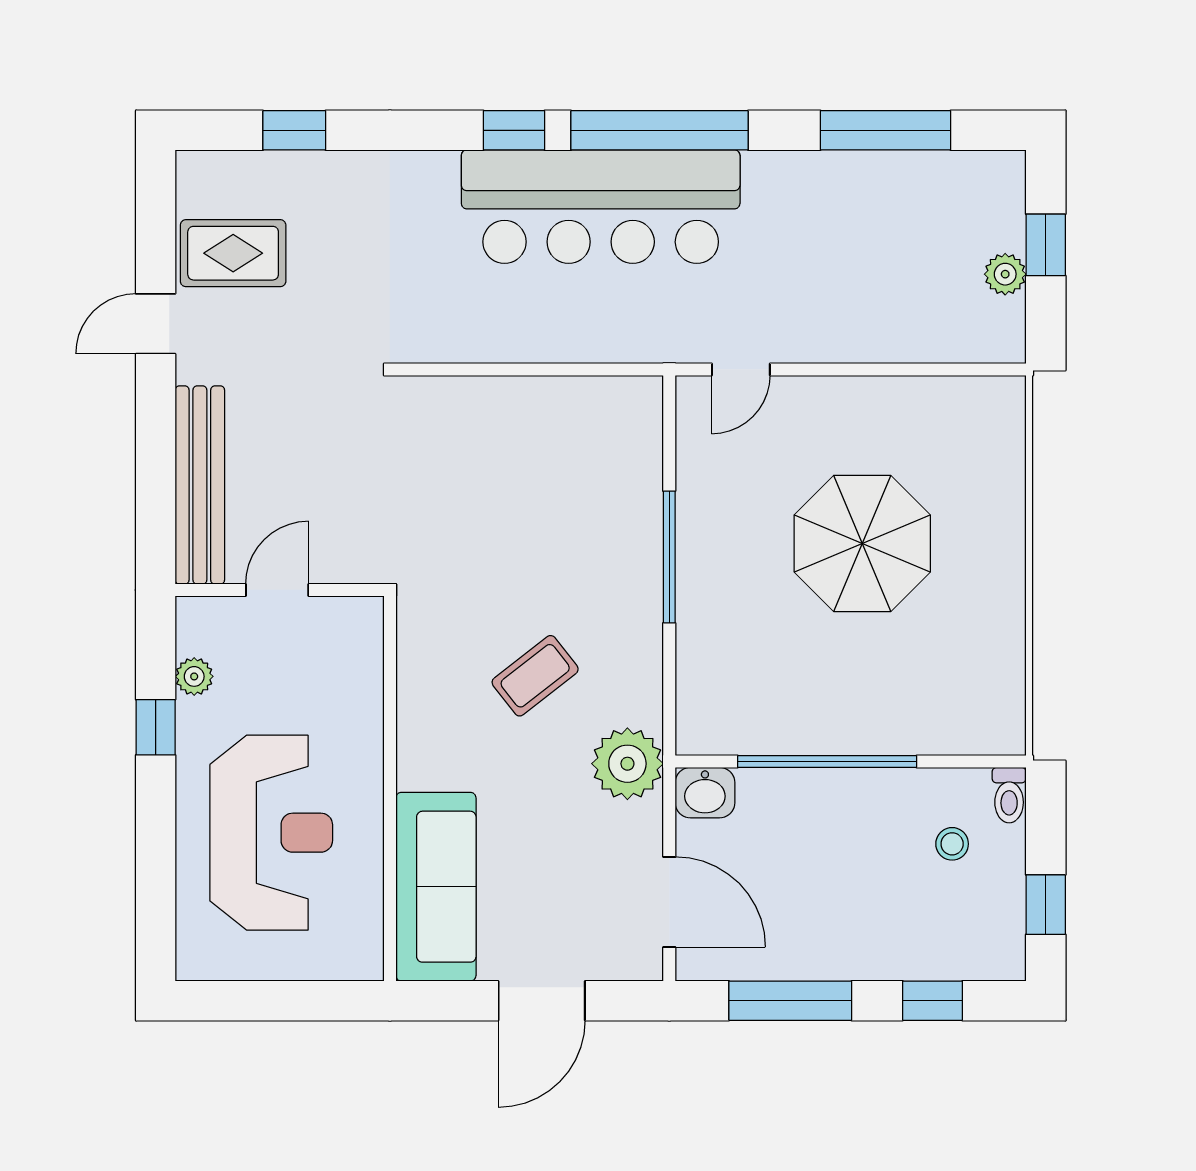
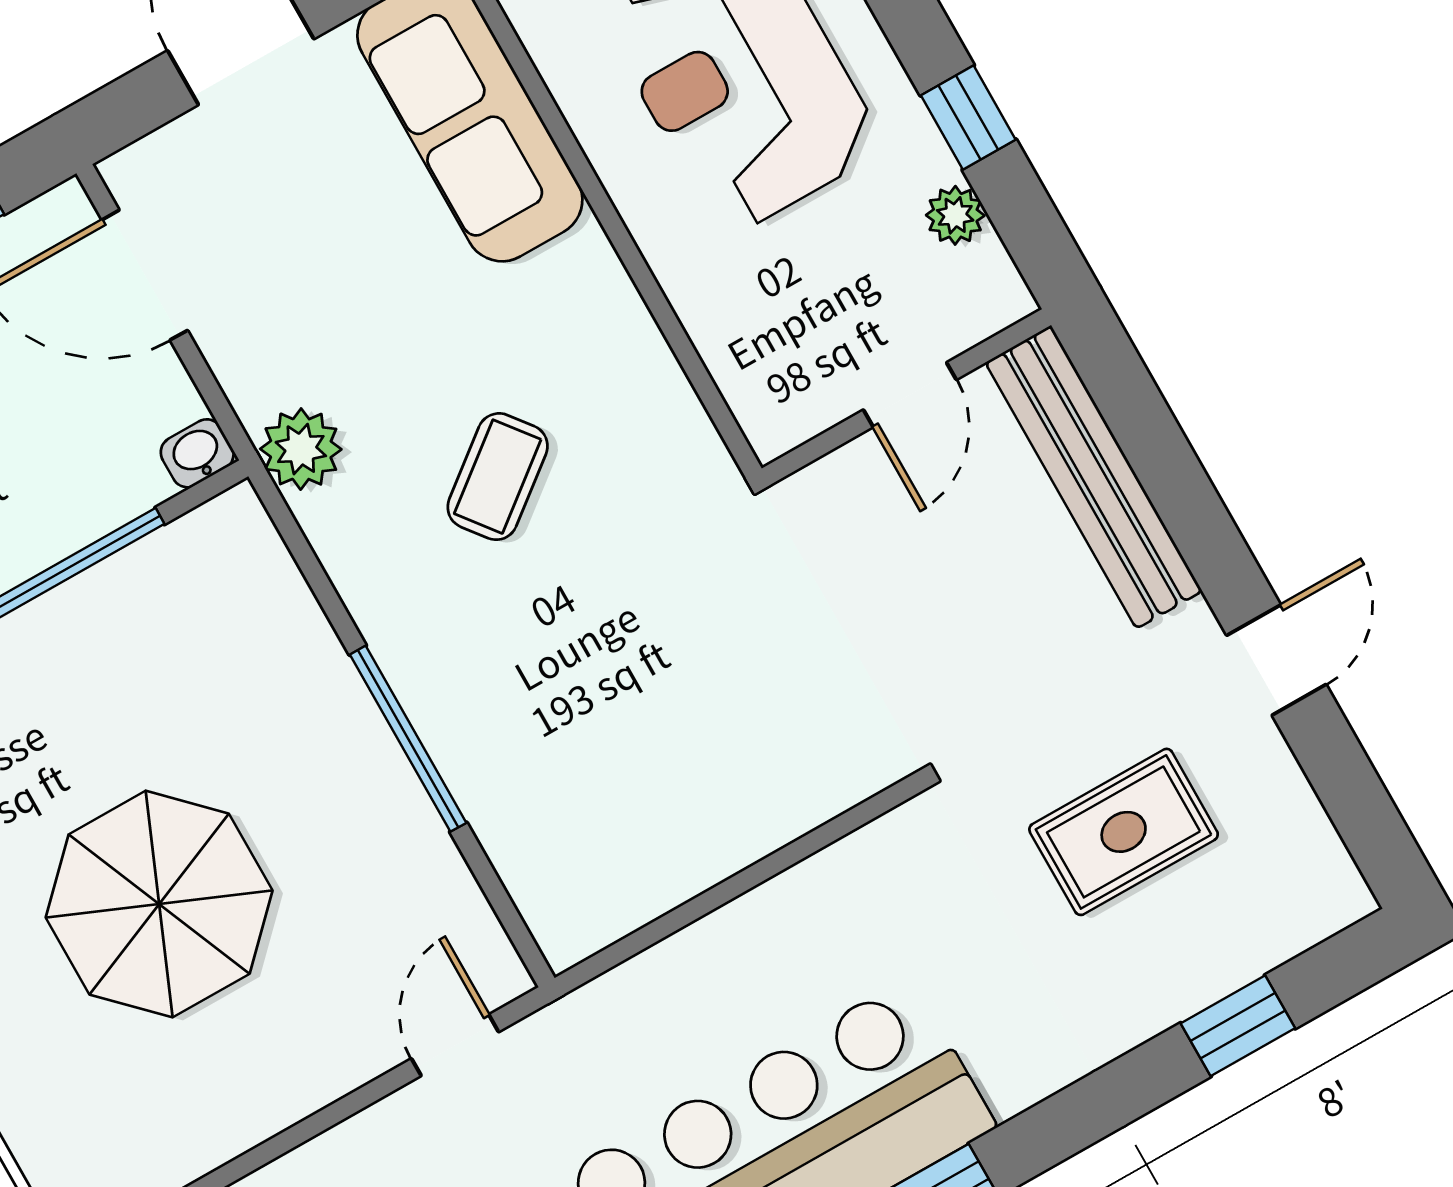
rug: (233, 253) -> (1124, 832), moved
plant: (627, 764) -> (301, 449), width x0.73, depth x0.73
washbasin: (705, 793) -> (197, 453), width x0.72, depth x0.69

